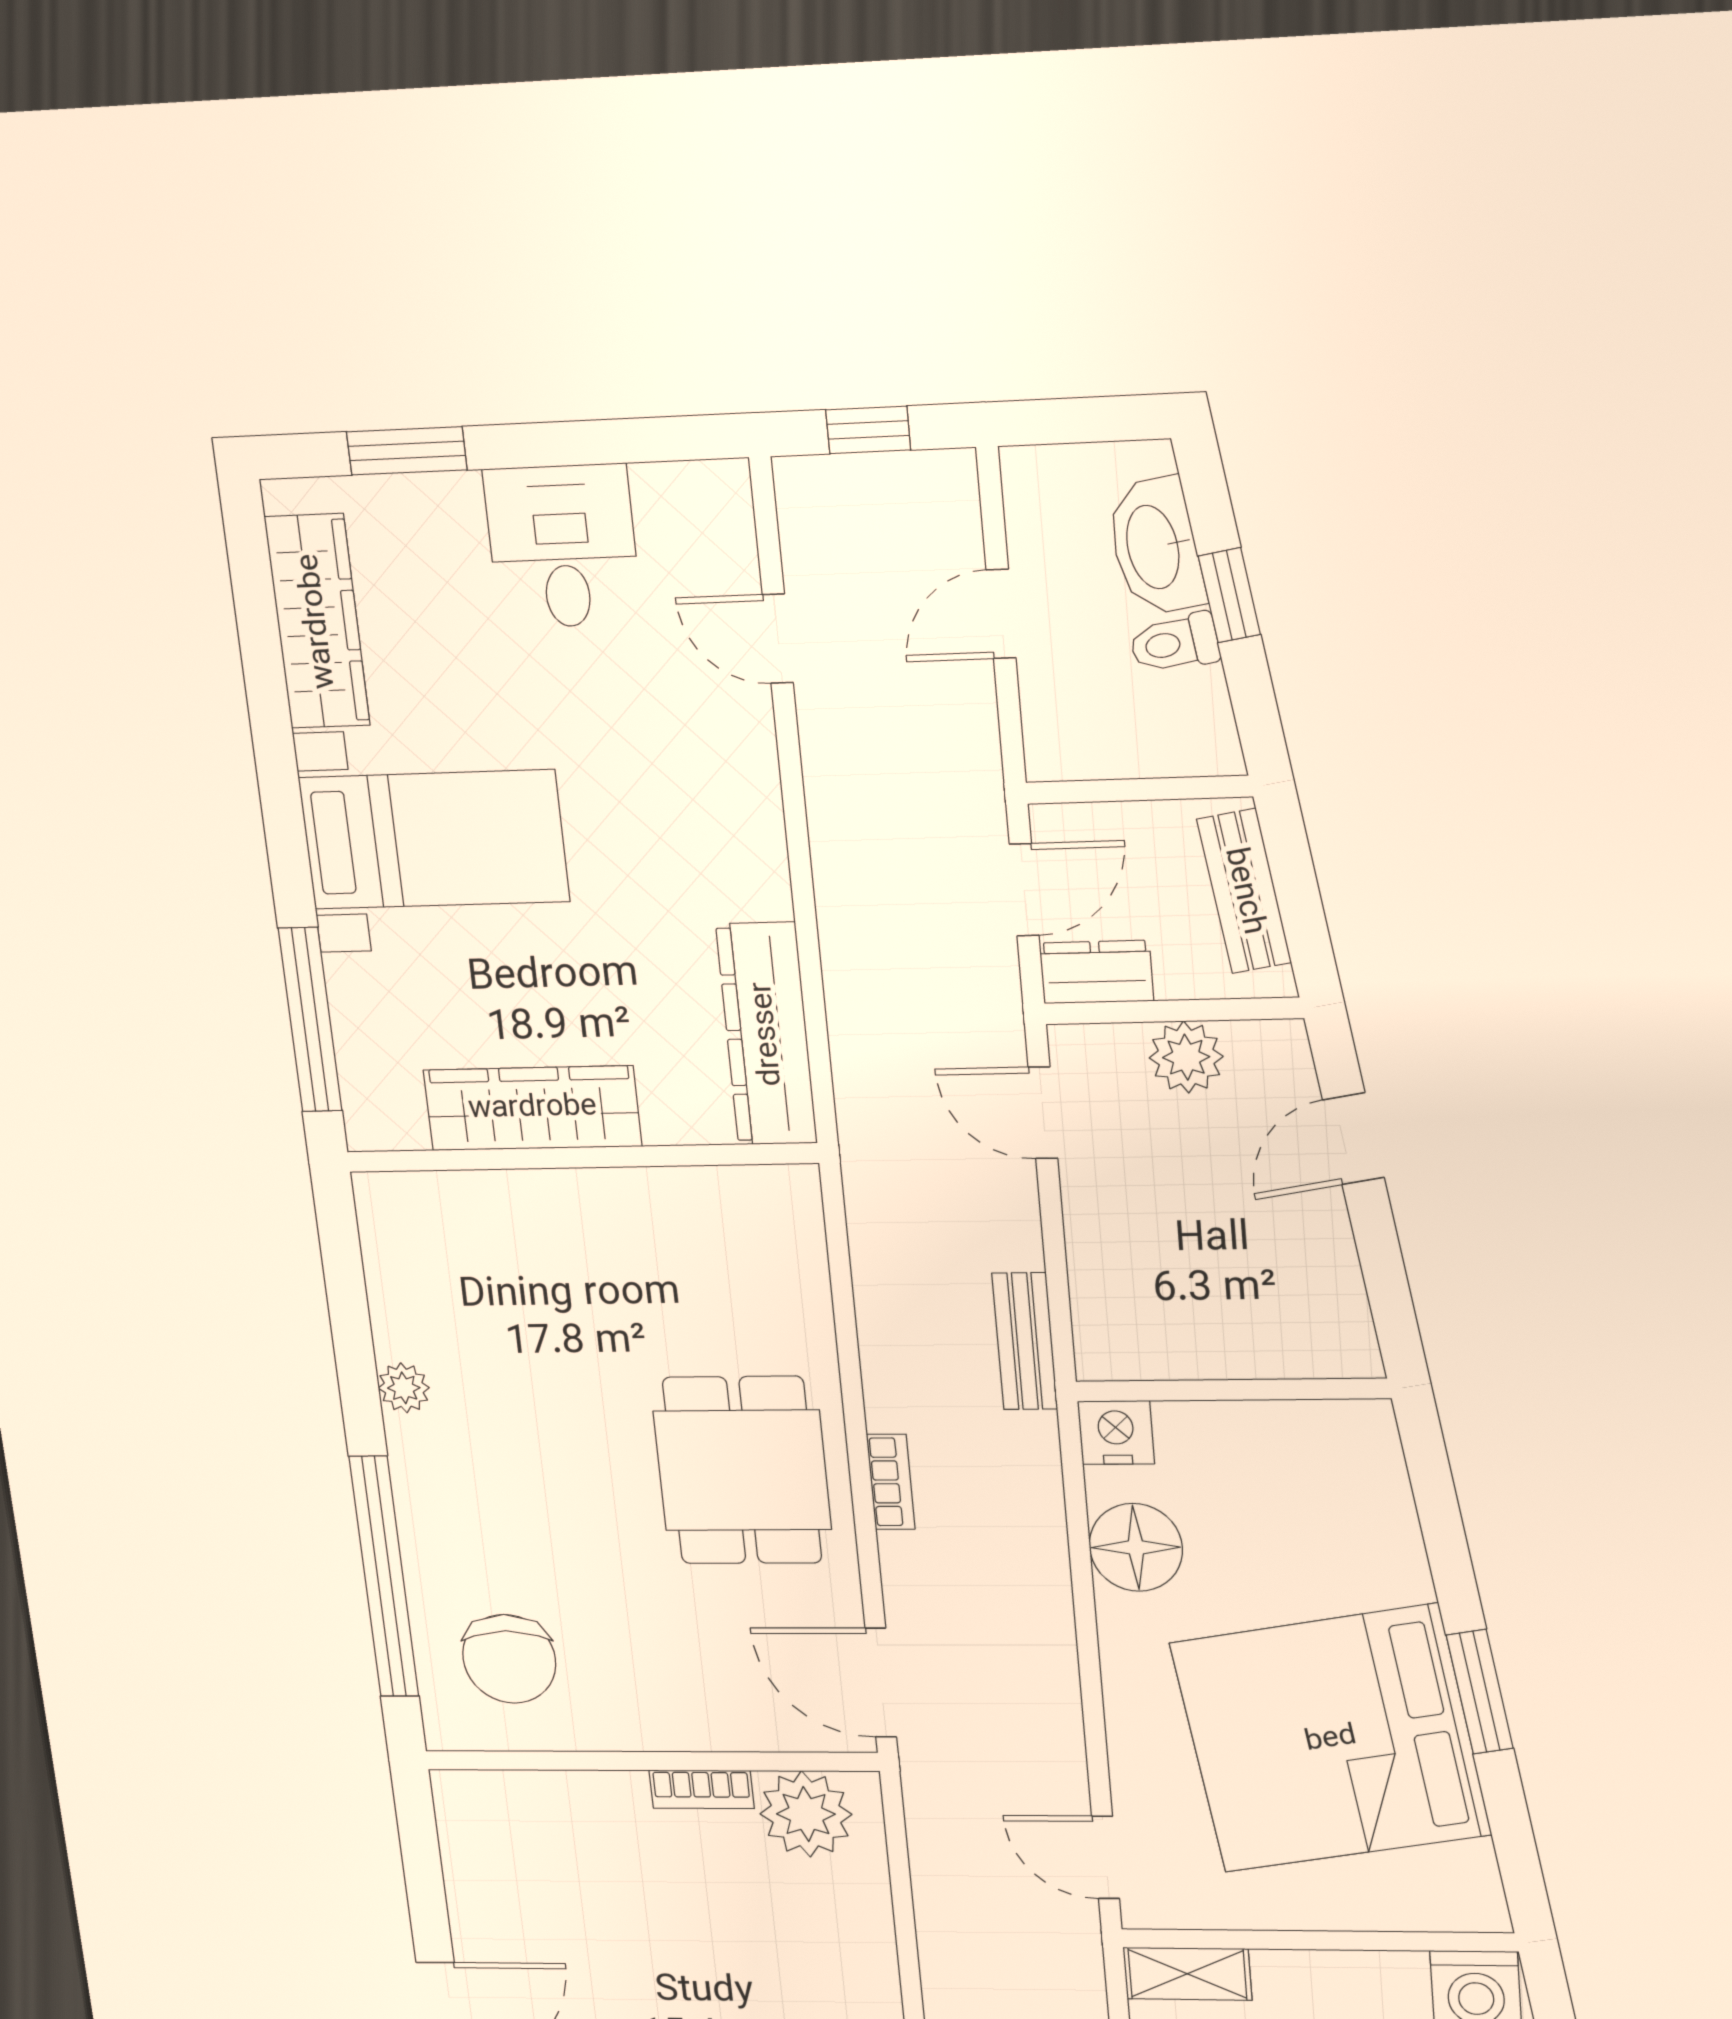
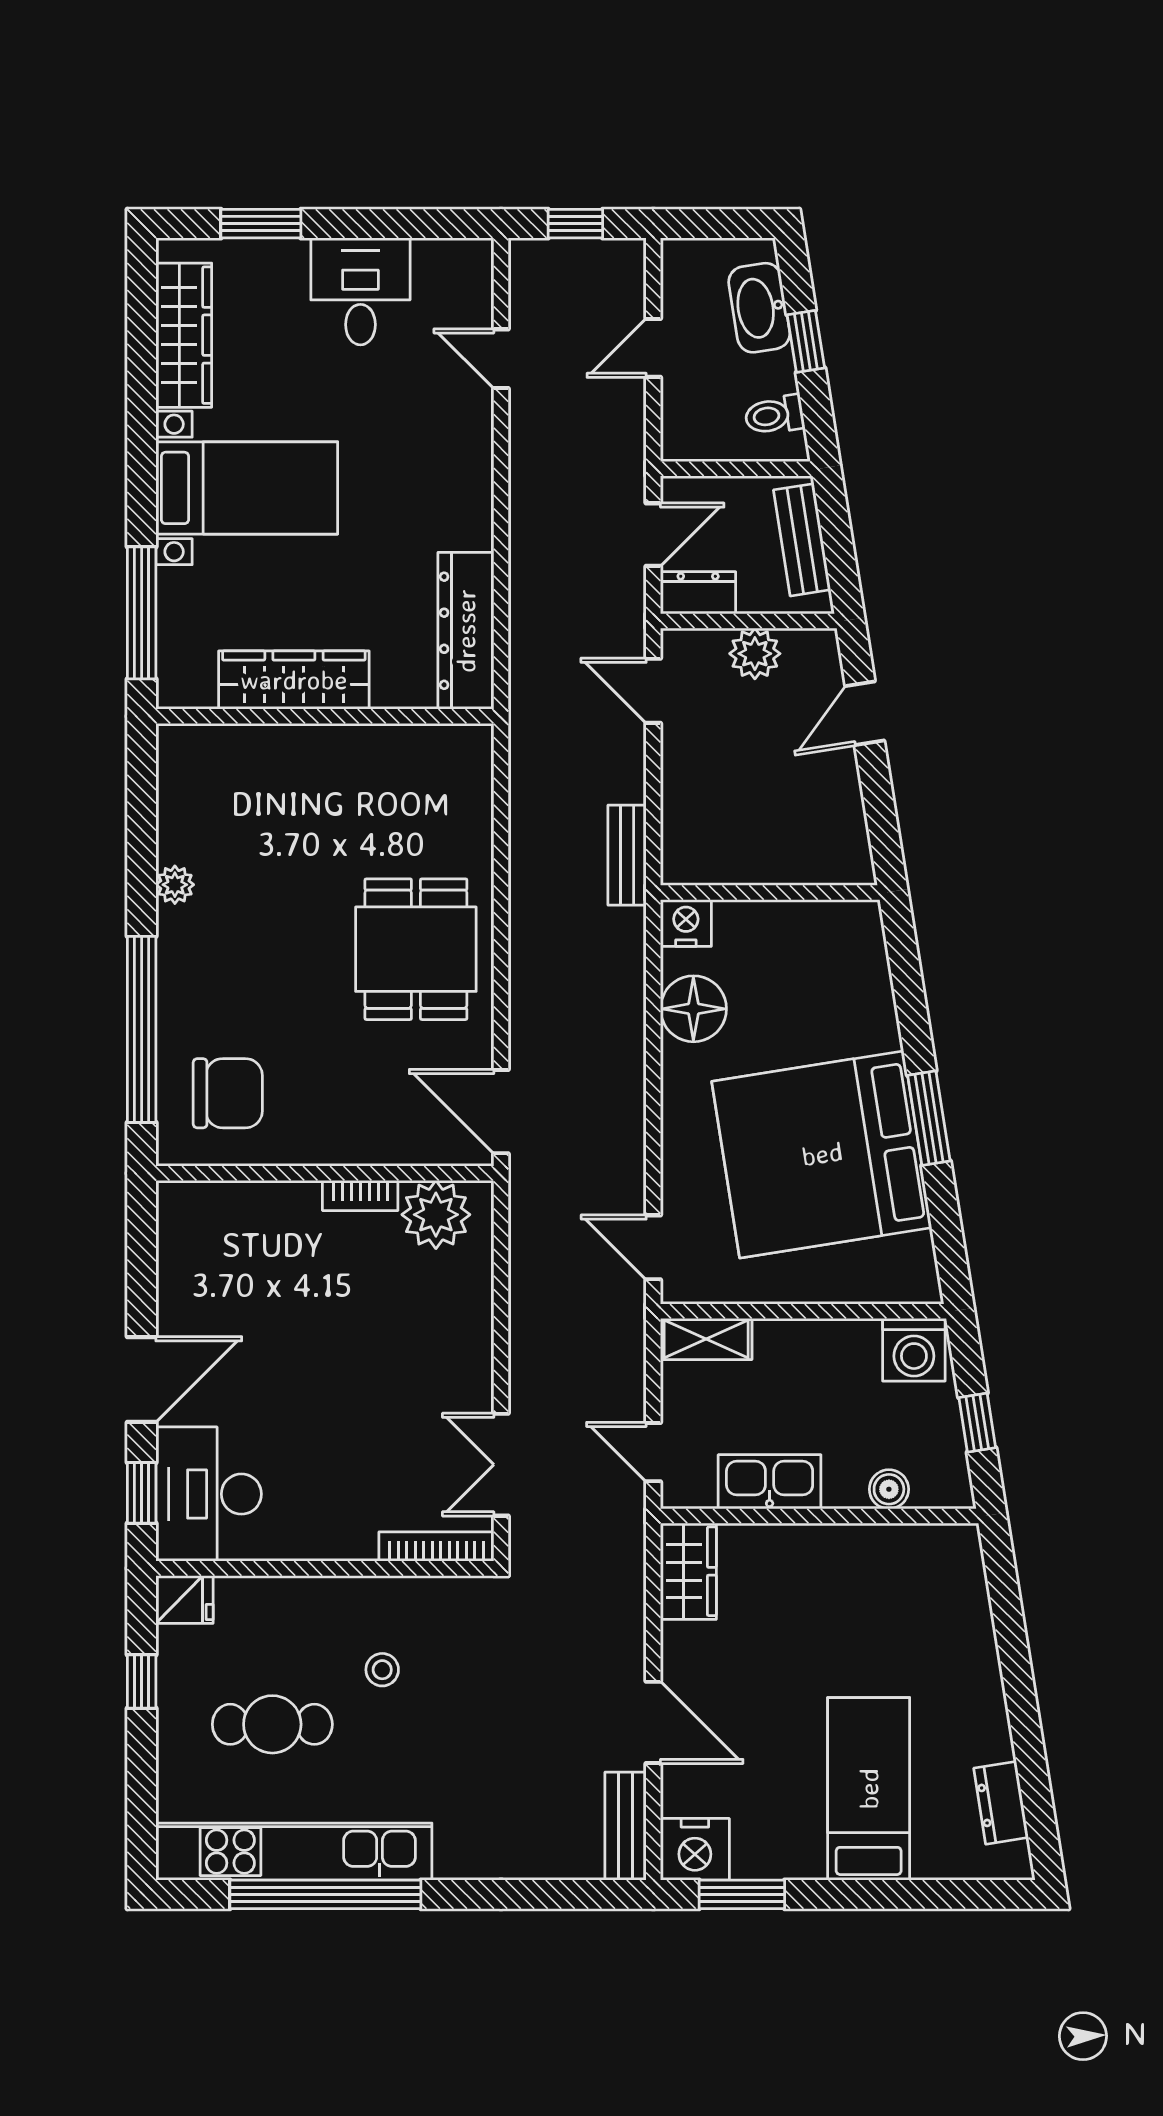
toilet: (1175, 643) -> (774, 415), moved
bookcase: (891, 1482) -> (522, 959), removed
chair: (509, 1659) -> (228, 1093), turned -90

